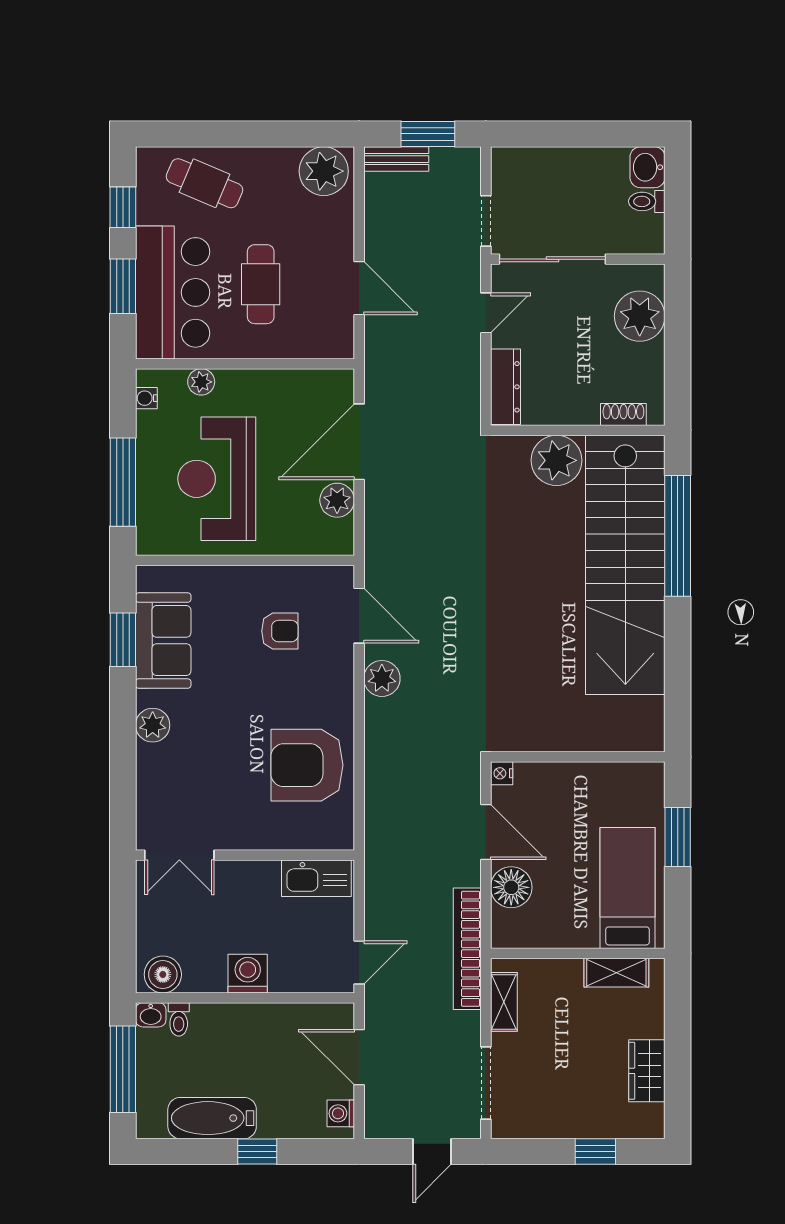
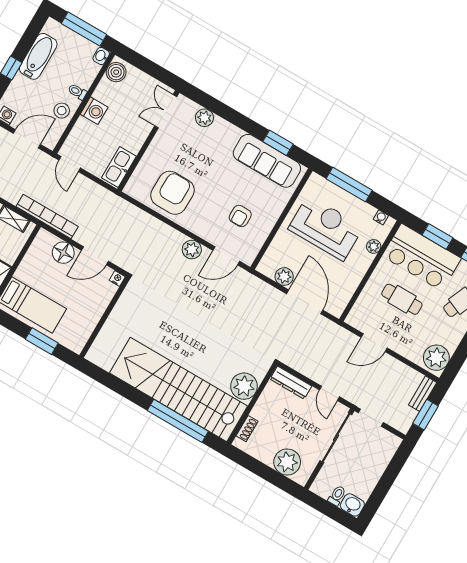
sofa: (163, 641) -> (267, 161), width x1.36
plant: (153, 725) -> (204, 118), moved
toilet: (179, 1019) -> (77, 92), moved
stool: (279, 1027) -> (62, 111), added

